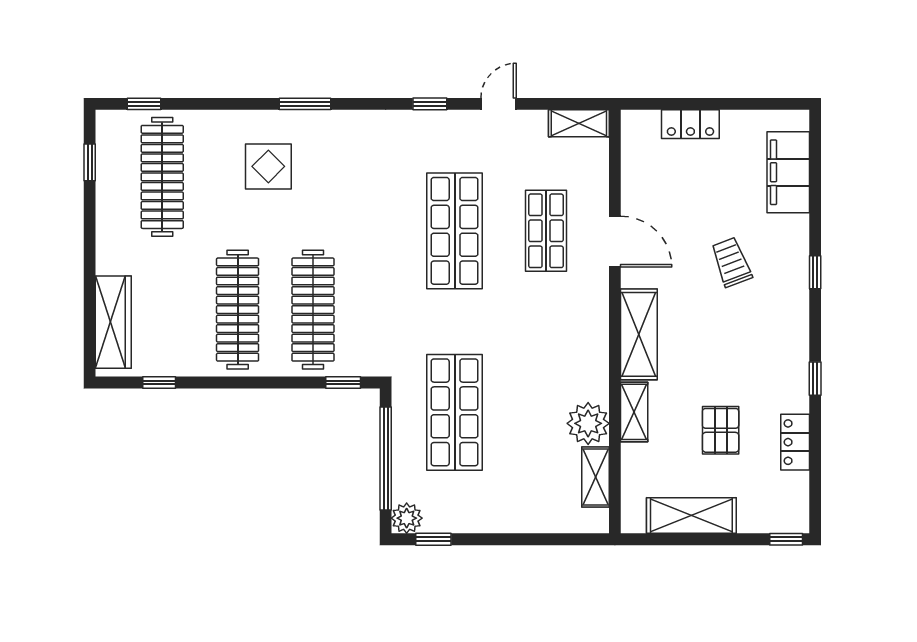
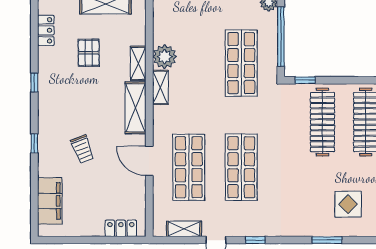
shelving: (579, 123) -> (184, 229), moved
locker: (690, 124) -> (121, 228), moved
shop shelf: (546, 231) -> (189, 167), width x1.43, depth x1.36
locker: (795, 442) -> (46, 30), moved
shelving: (595, 477) -> (160, 87), moved

